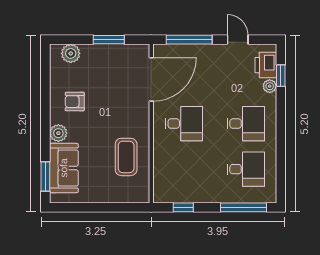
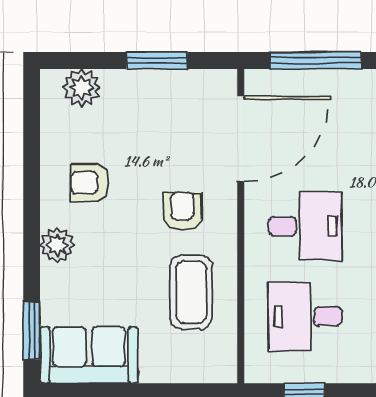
armchair: (122, 116) -> (182, 211), added
sofa: (64, 168) -> (89, 355), moved, turned -90
desk: (184, 169) -> (305, 316), added

